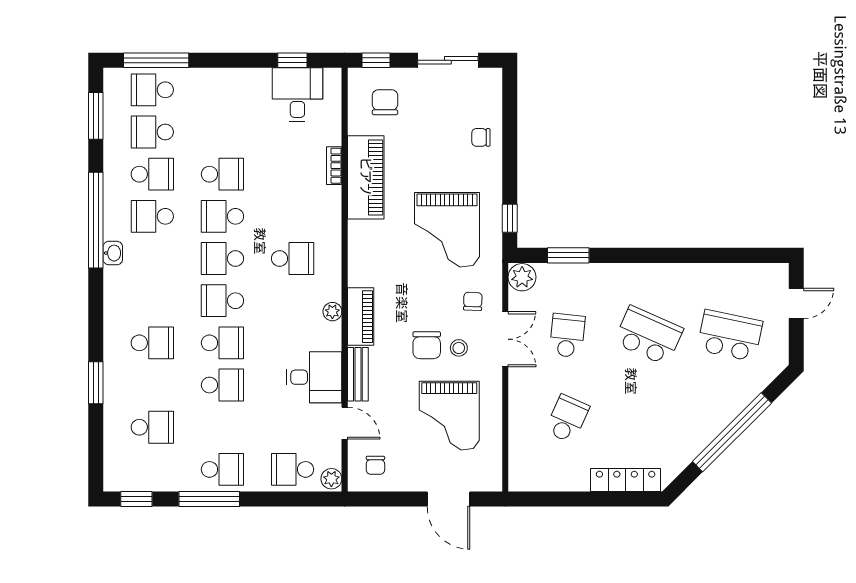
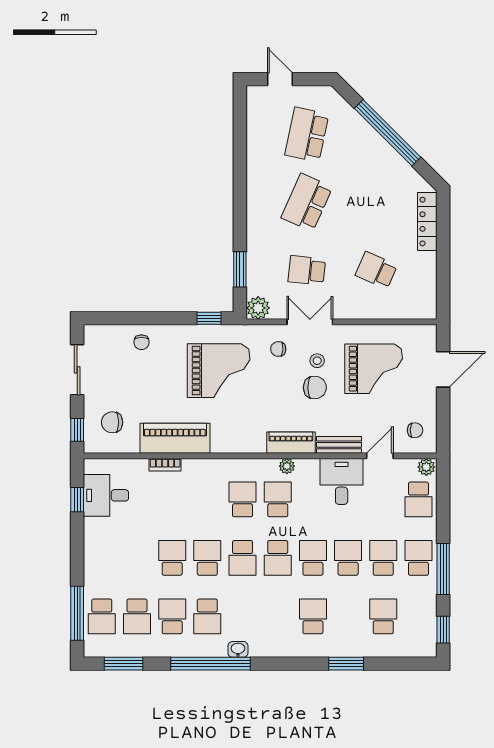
school desk: (222, 216) -> (207, 558), turned 180
school desk: (293, 301) -> (278, 499), added
school desk: (222, 427) -> (383, 558), added

